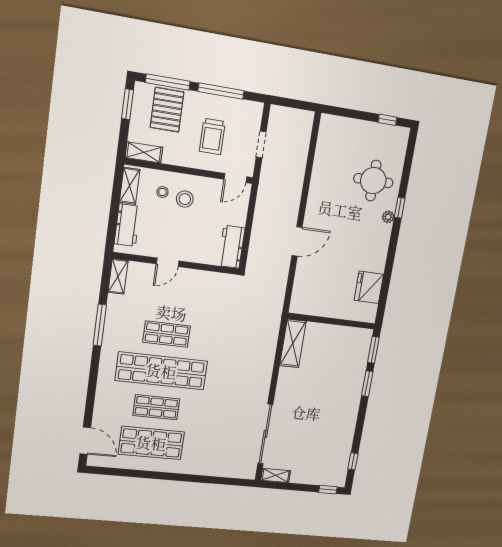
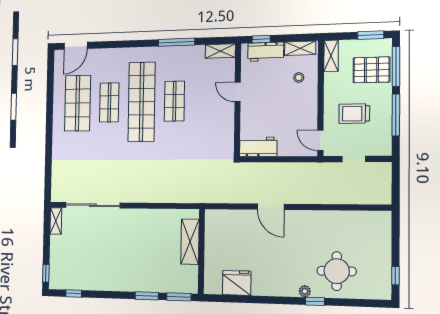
stool: (185, 199) -> (295, 98), removed
window: (112, 228) -> (261, 39), added
shelving: (293, 343) -> (190, 242), moved, turned 90

